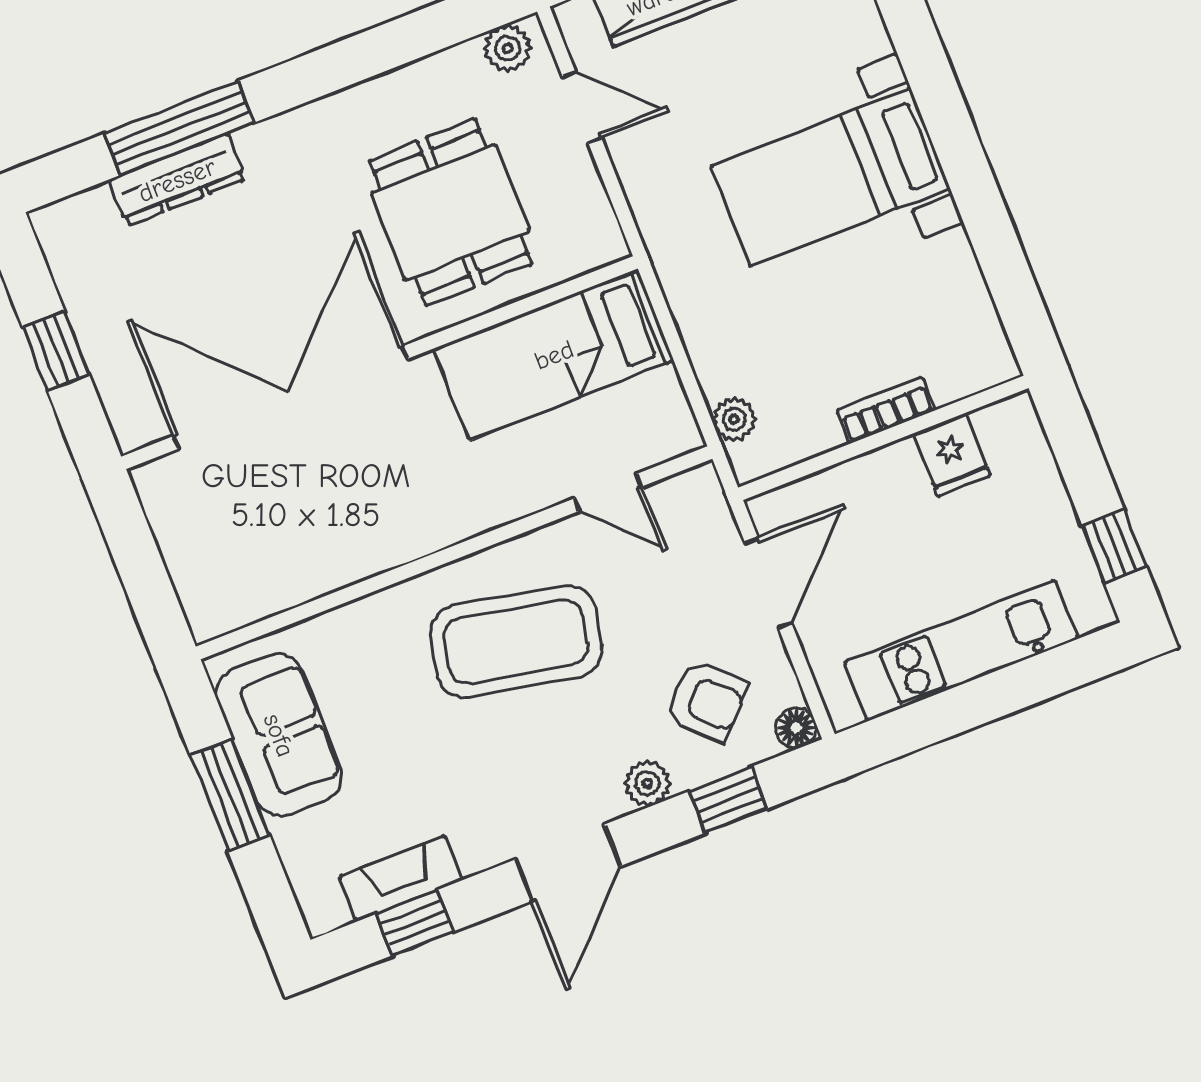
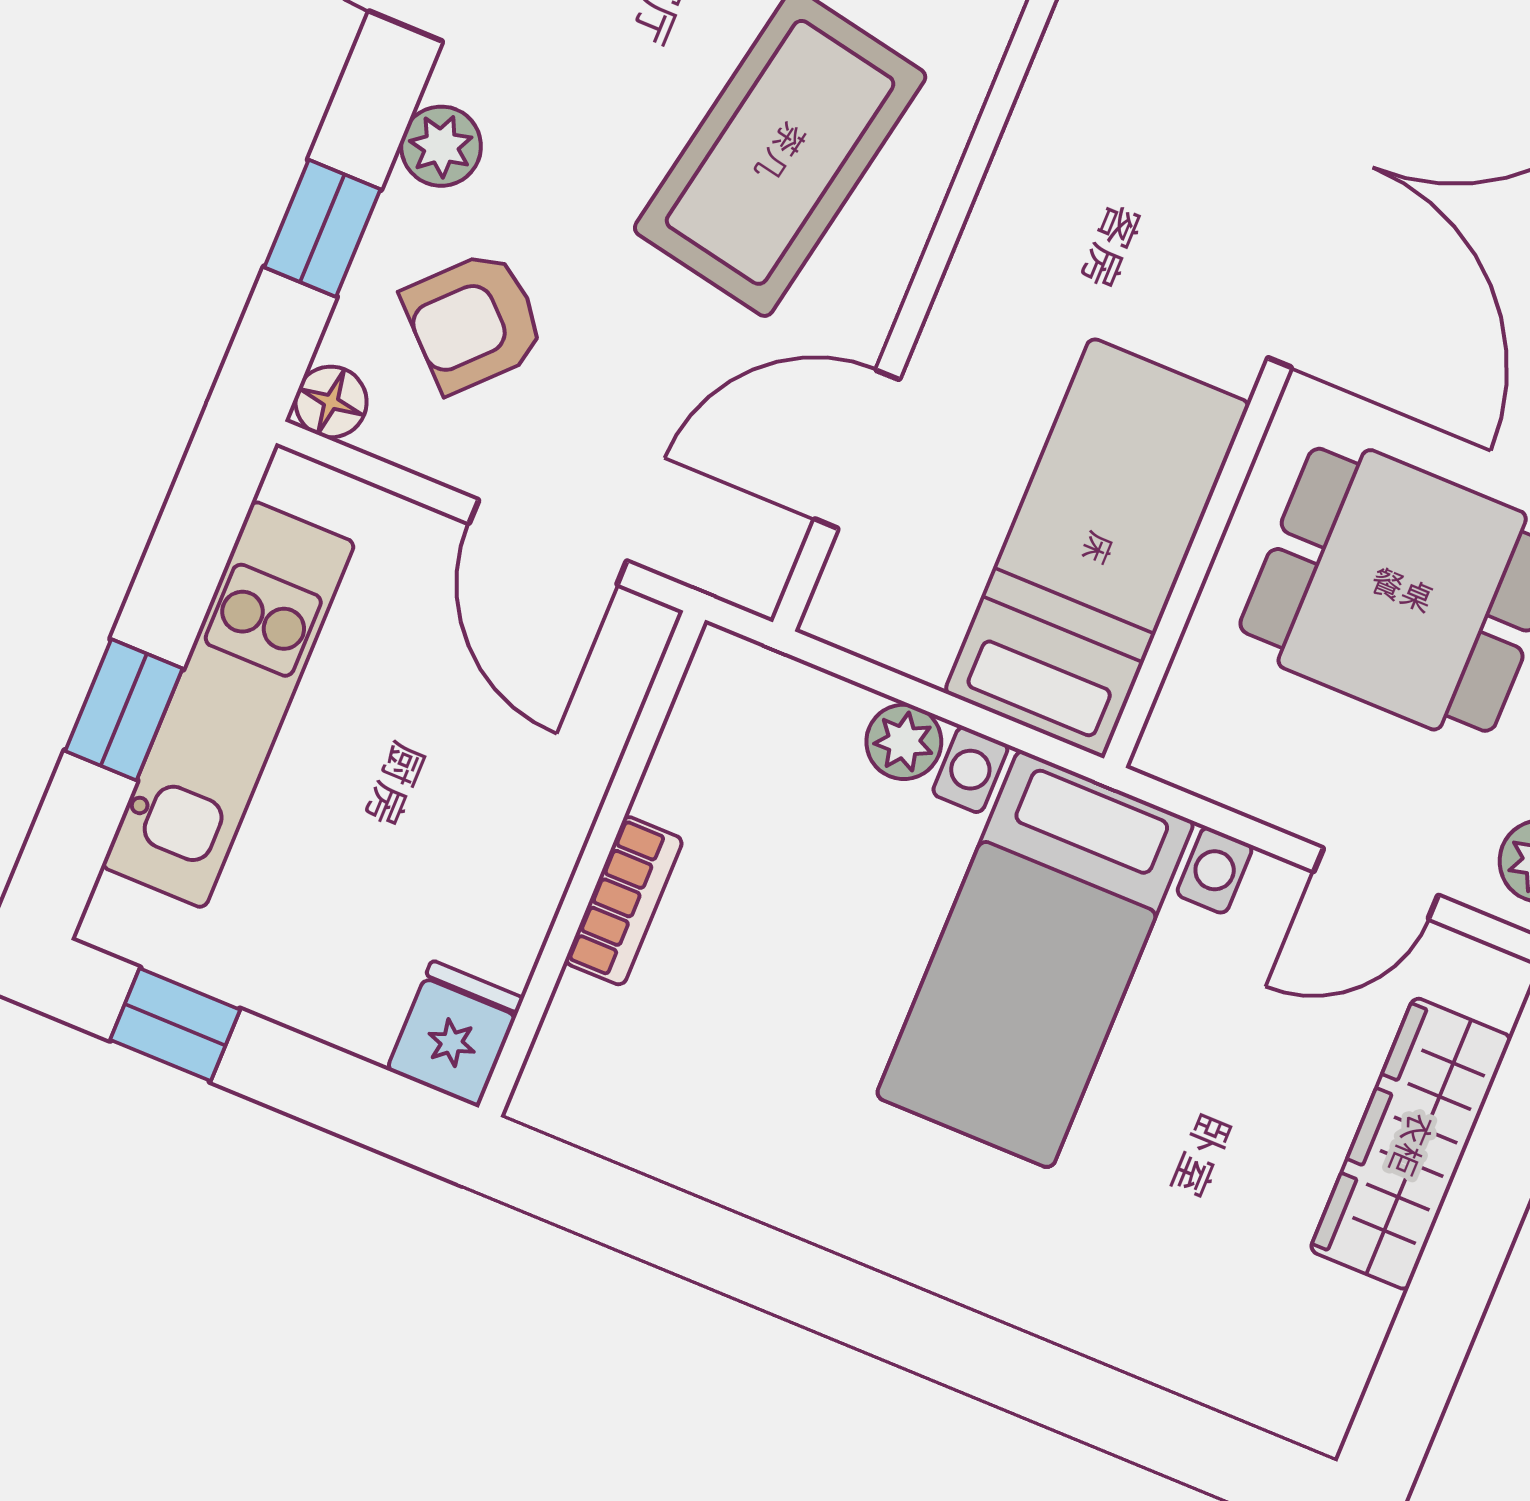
bed with nightstands: (831, 177) -> (1035, 959), moved, turned 180
plant: (734, 419) -> (904, 742), moved
fridge: (952, 455) -> (455, 1034), moved, turned 90
door: (608, 492) -> (857, 449), width x1.37
window: (1005, 691) -> (124, 710), added

